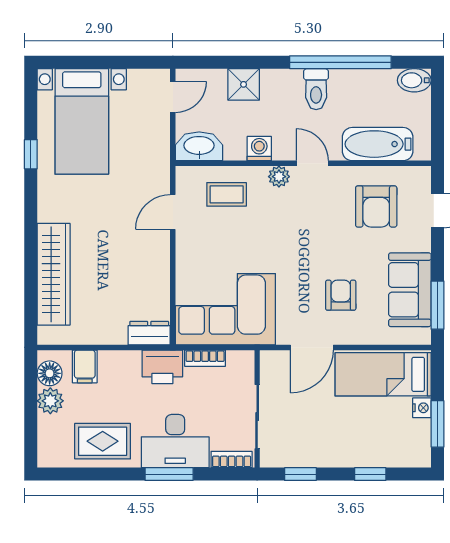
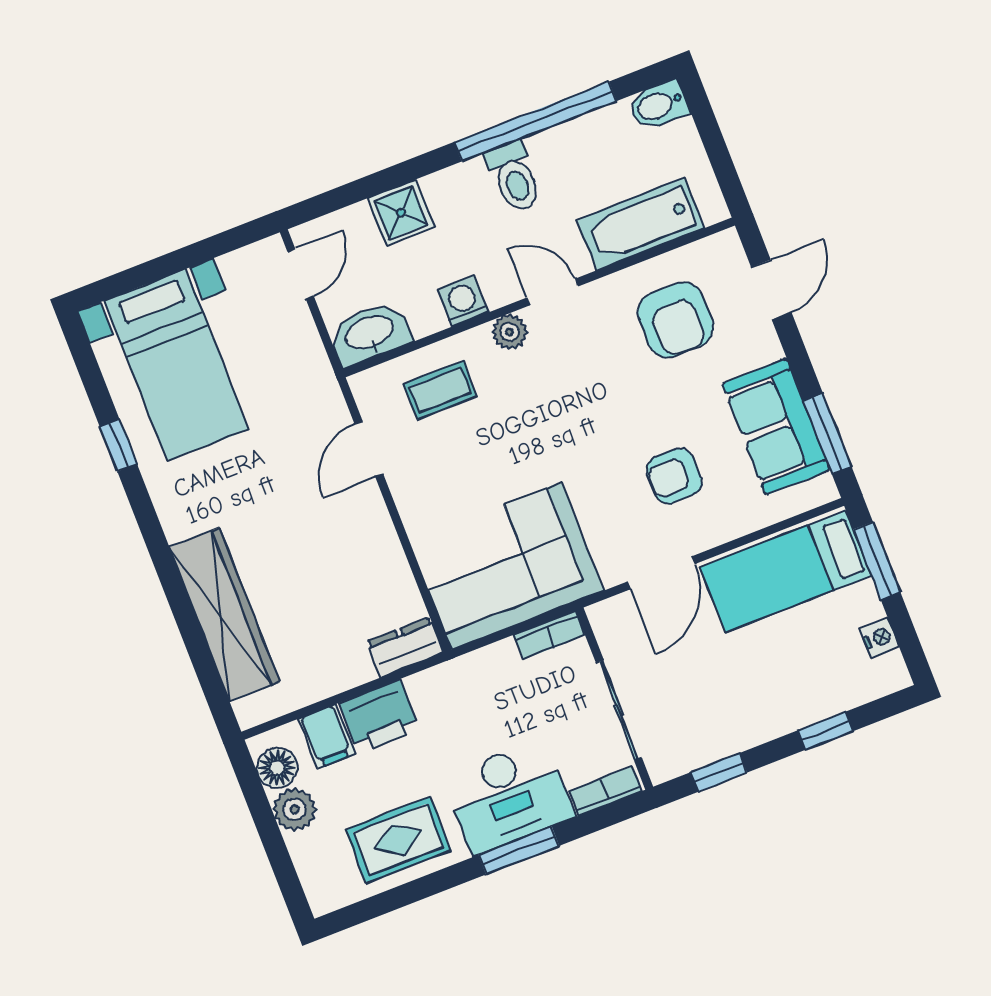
armchair: (341, 295) -> (674, 476), turned -90
bookcase: (205, 358) -> (549, 635), moved
printer: (162, 367) -> (379, 716), moved
nightstand: (422, 408) -> (880, 638), moved
window: (438, 424) -> (877, 561), moved

